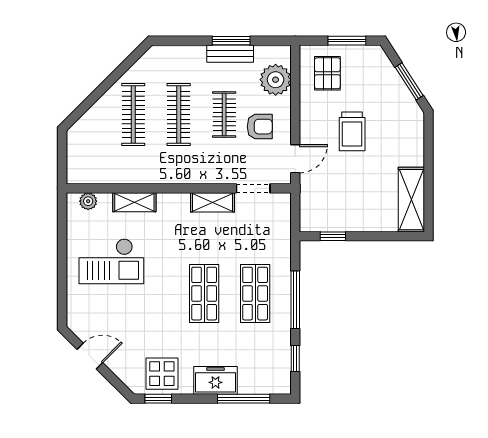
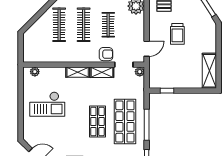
armchair: (260, 127) -> (106, 54), moved
plant: (282, 201) -> (140, 72), added
shelving: (134, 202) -> (78, 72), moved
shop shelf: (255, 294) -> (125, 121), width x1.43, depth x1.36

